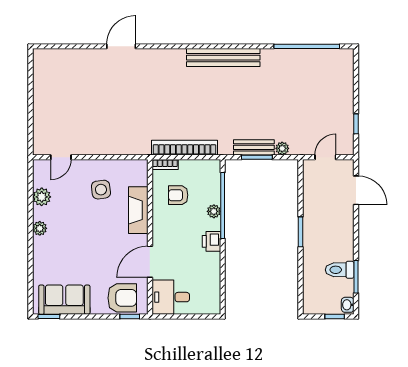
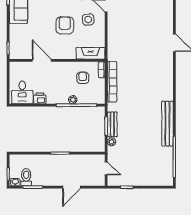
bench: (223, 58) -> (167, 124), moved
side table: (101, 190) -> (88, 19), moved
door: (356, 190) -> (71, 187), moved
fireplace: (138, 210) -> (90, 53), moved
printer: (212, 241) -> (40, 98), moved
toilet: (340, 270) -> (26, 177), moved
desk: (171, 297) -> (22, 92), moved, turned 180
armchair: (122, 298) -> (65, 25), moved, turned 180

